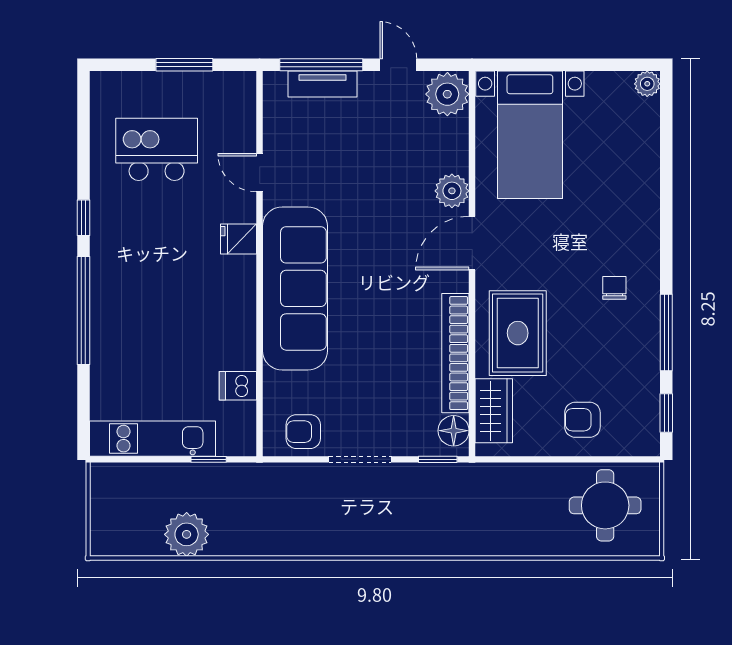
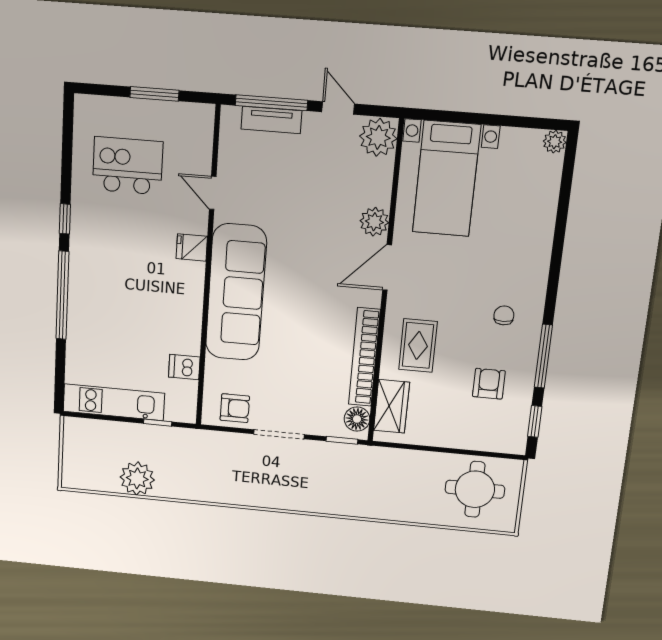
rug: (518, 333) -> (418, 345), width x0.73, depth x0.70
armchair: (582, 420) -> (489, 384), moved, turned 90
armchair: (303, 432) -> (235, 408), turned 180

